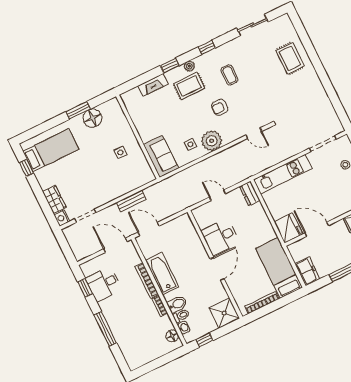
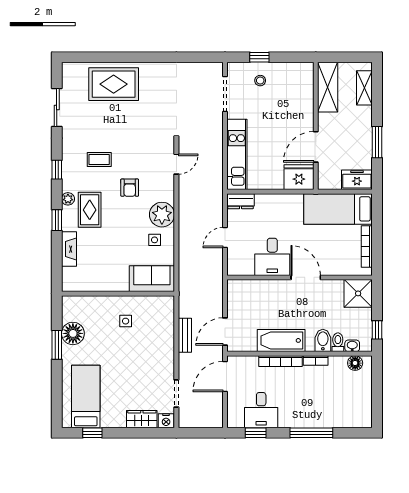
rug: (290, 58) -> (114, 84), width x1.36, depth x1.43

